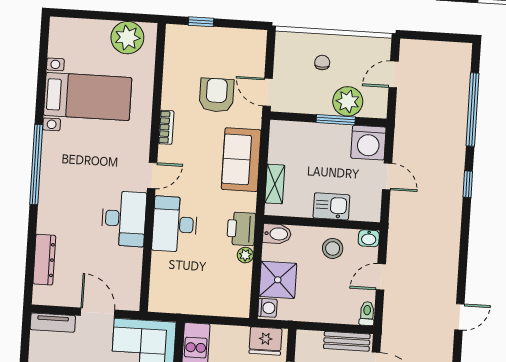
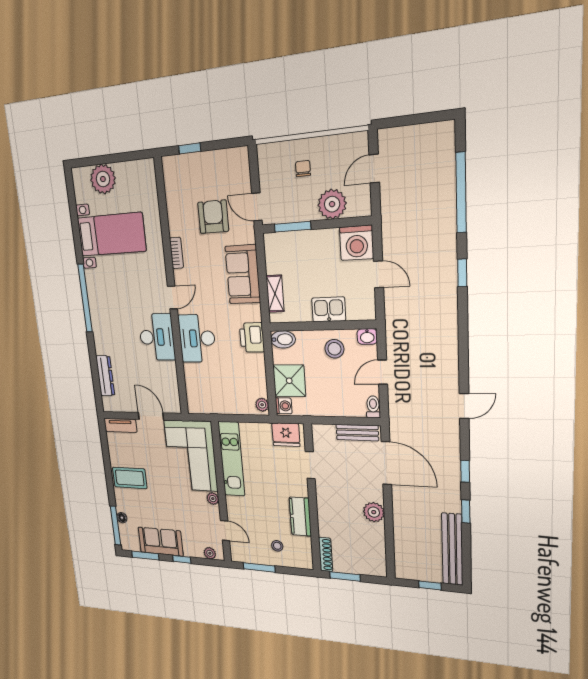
plant: (127, 38) -> (103, 179), moved
window: (336, 120) -> (293, 227), moved
plant: (245, 255) -> (262, 405), moved

